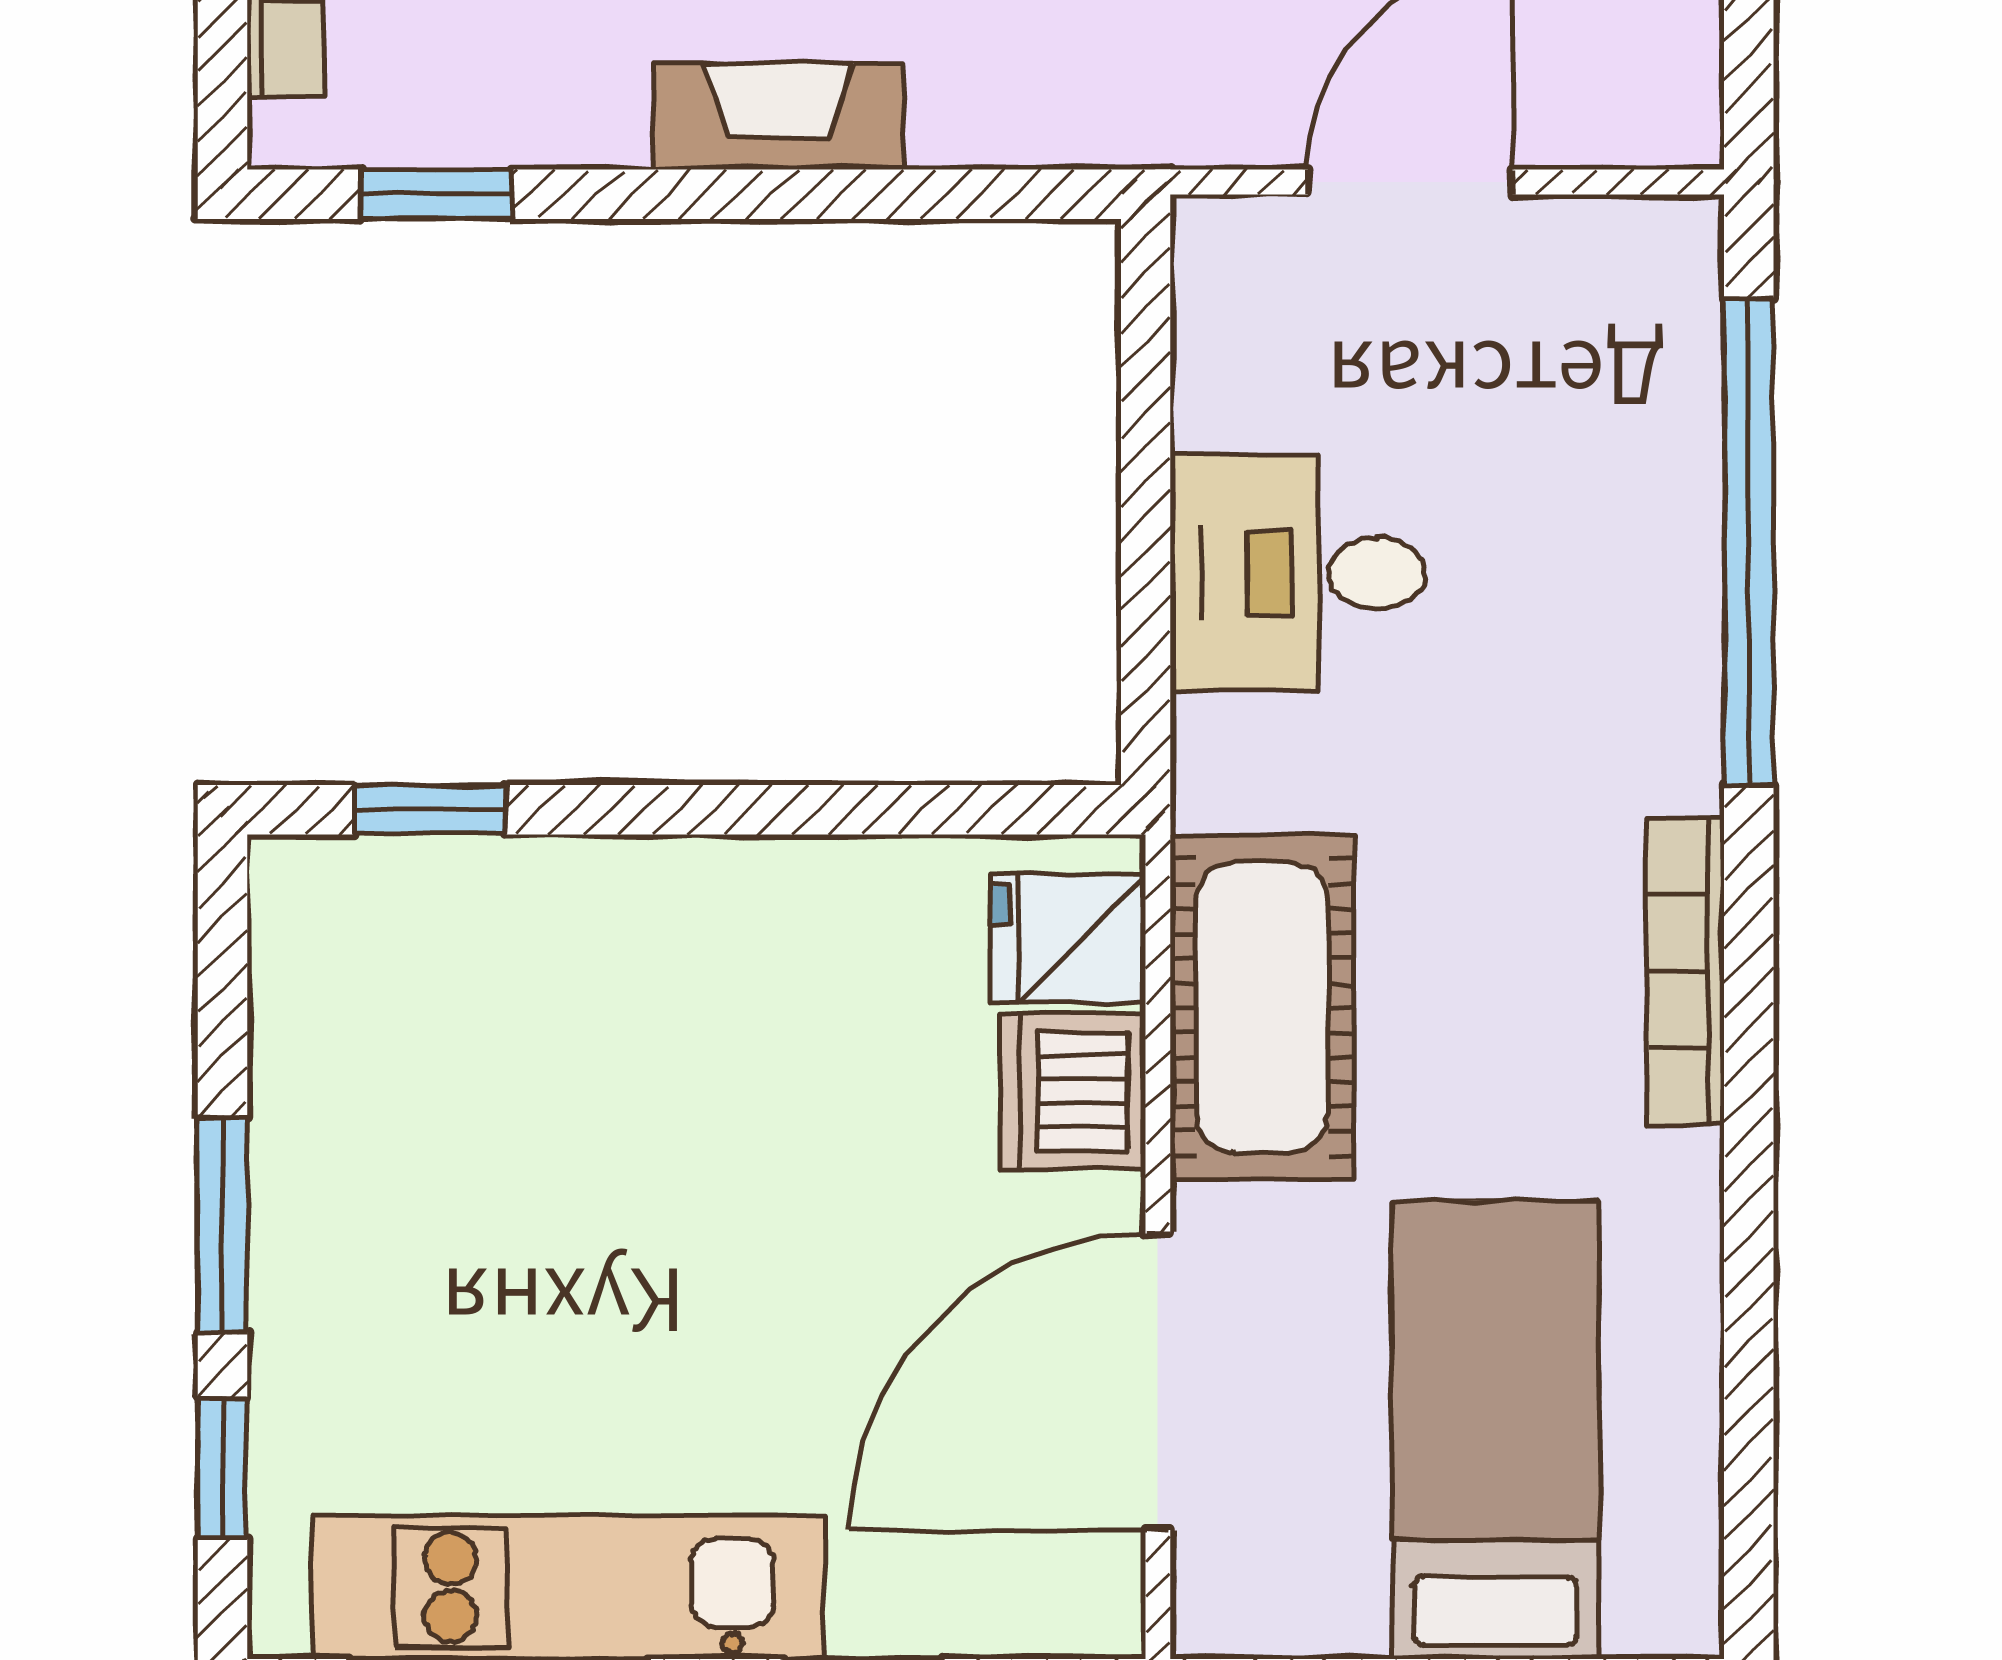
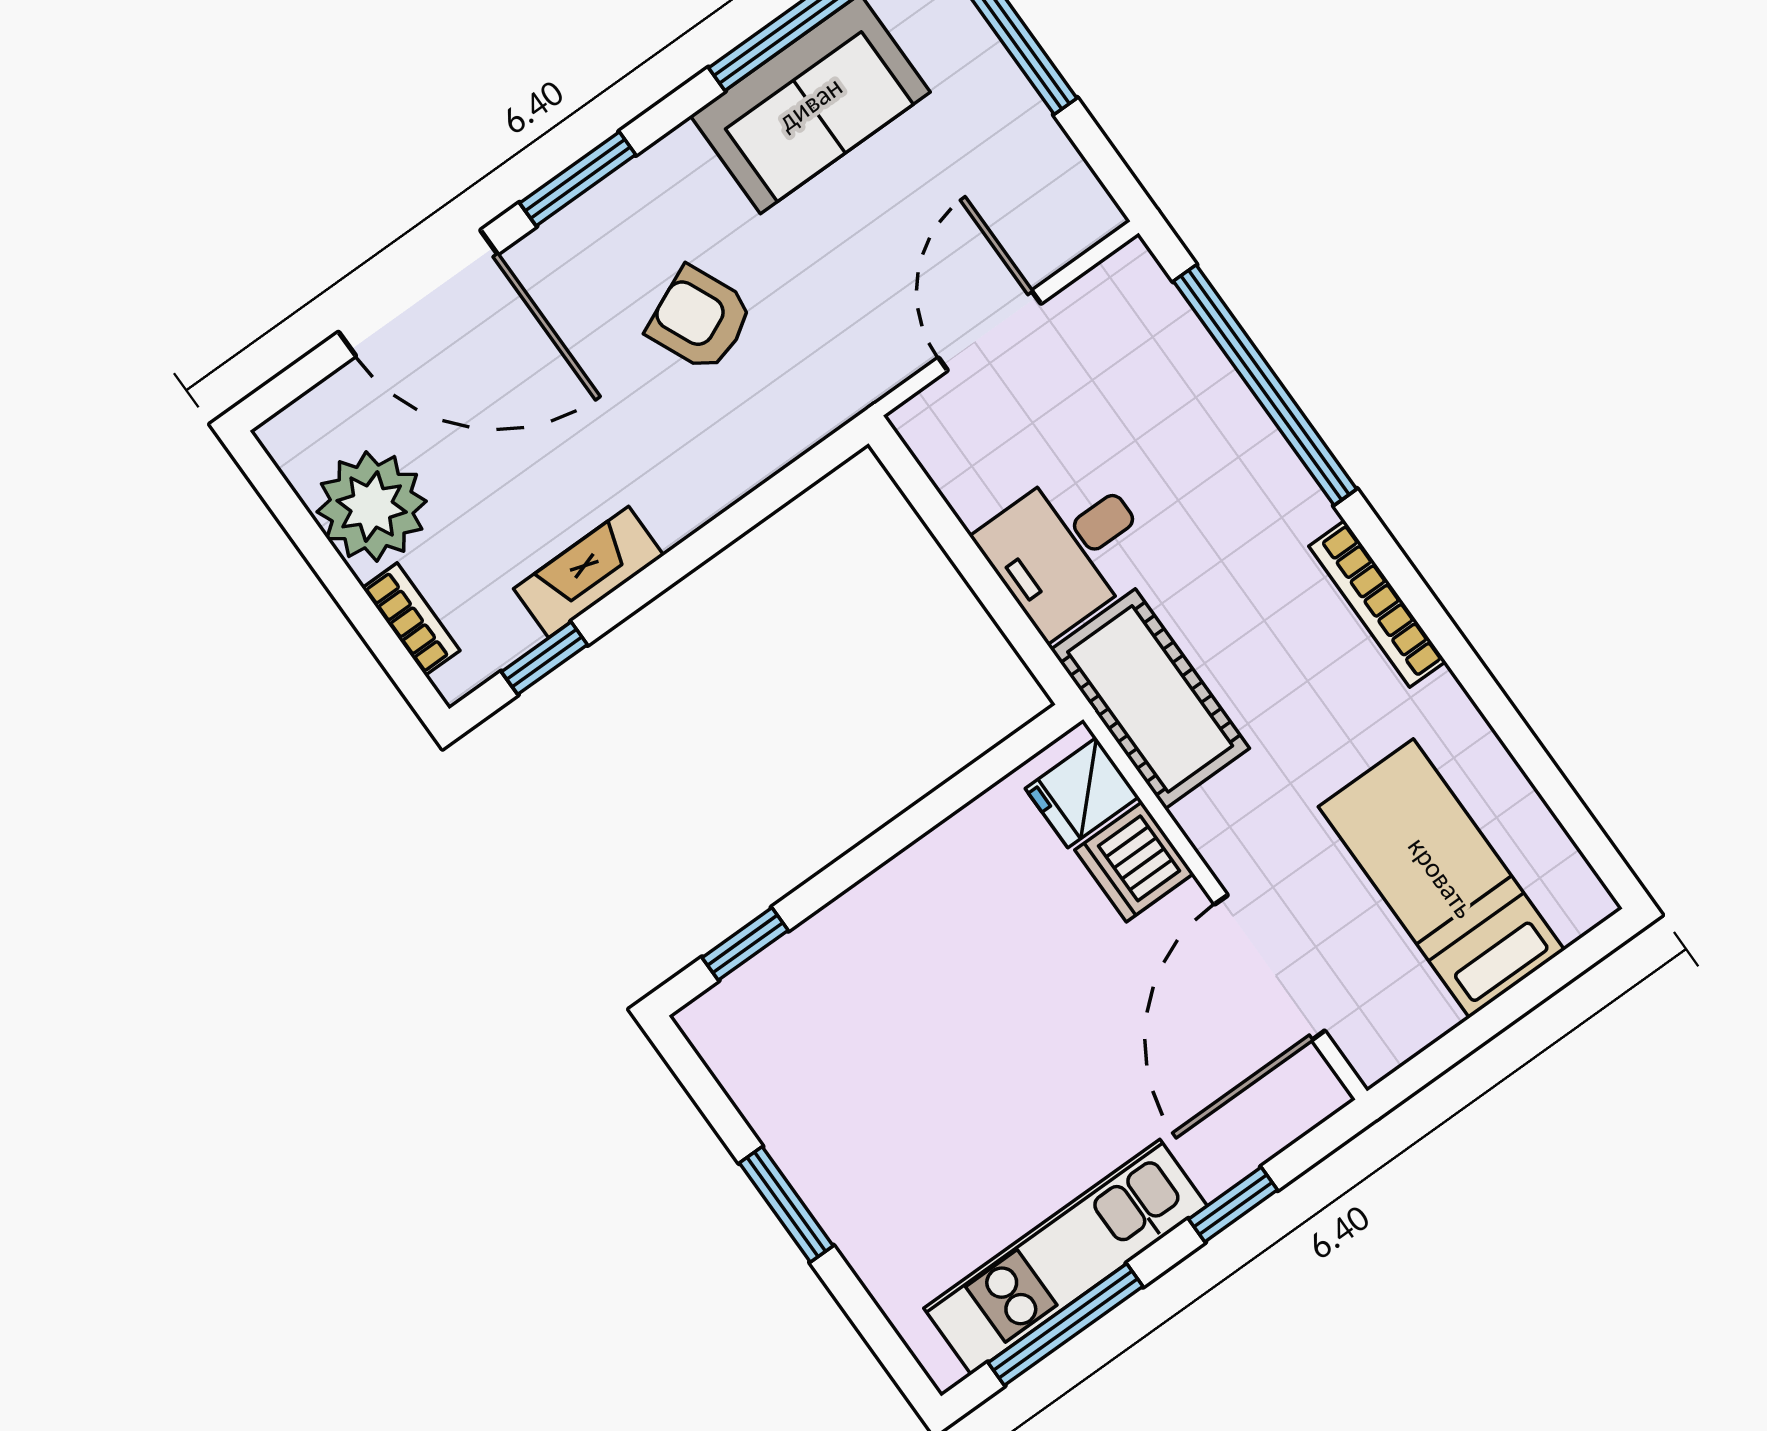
fireplace: (779, 116) -> (589, 572), moved
cot: (1262, 1008) -> (1150, 699), moved
window: (222, 1468) -> (867, 1316), removed

